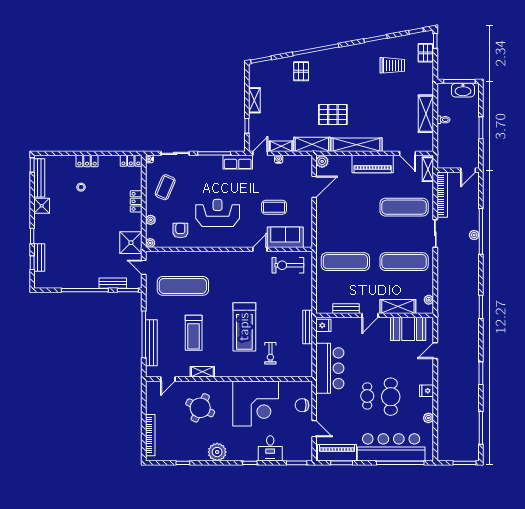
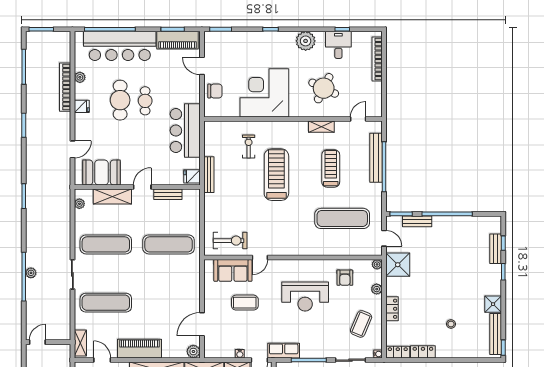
locker: (87, 161) -> (423, 352), moved
bookcase: (442, 195) -> (65, 87), moved
desk: (270, 448) -> (338, 45), moved

